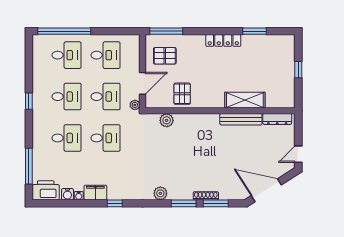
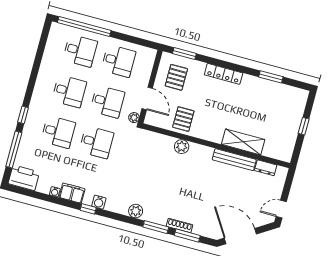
window: (166, 31) -> (184, 54), width x0.69
locker: (223, 40) -> (224, 74), moved
pallet: (165, 56) -> (176, 77), turned 90
door: (143, 83) -> (147, 98), hinge flipped
window: (29, 101) -> (23, 115), moved
dresser: (277, 119) -> (266, 168), width x0.70
plant: (167, 120) -> (182, 147), moved
water cooler: (67, 194) -> (99, 202), moved

